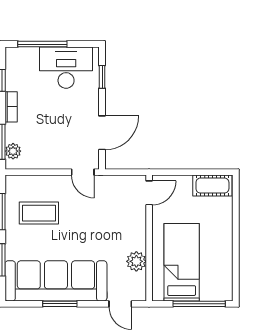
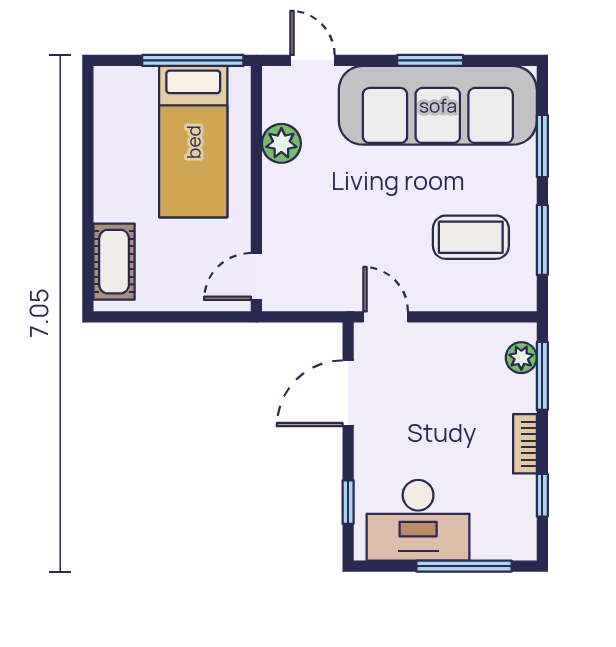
cot: (212, 186) -> (114, 262), moved, turned 90
window: (199, 304) -> (193, 60), moved

